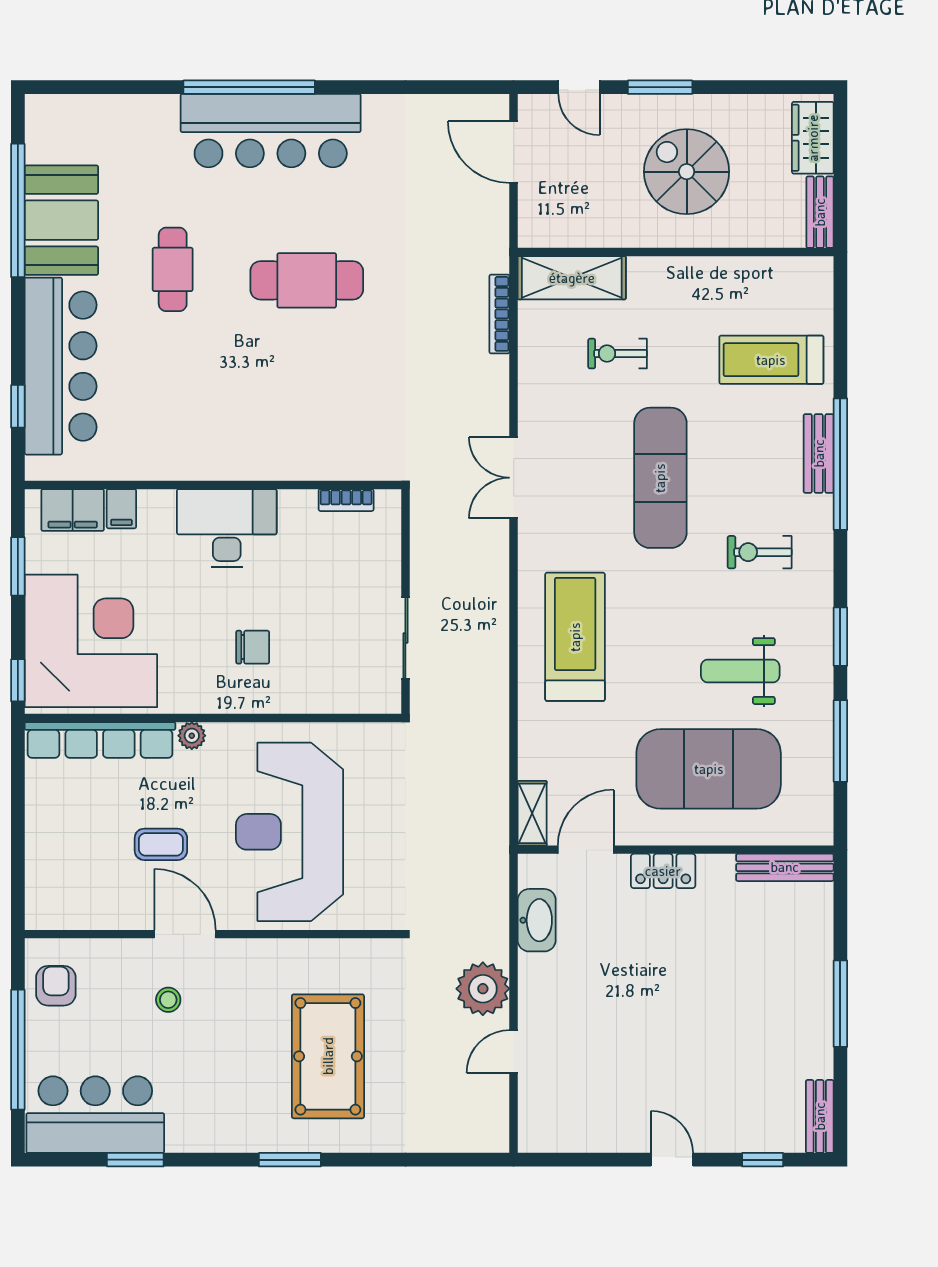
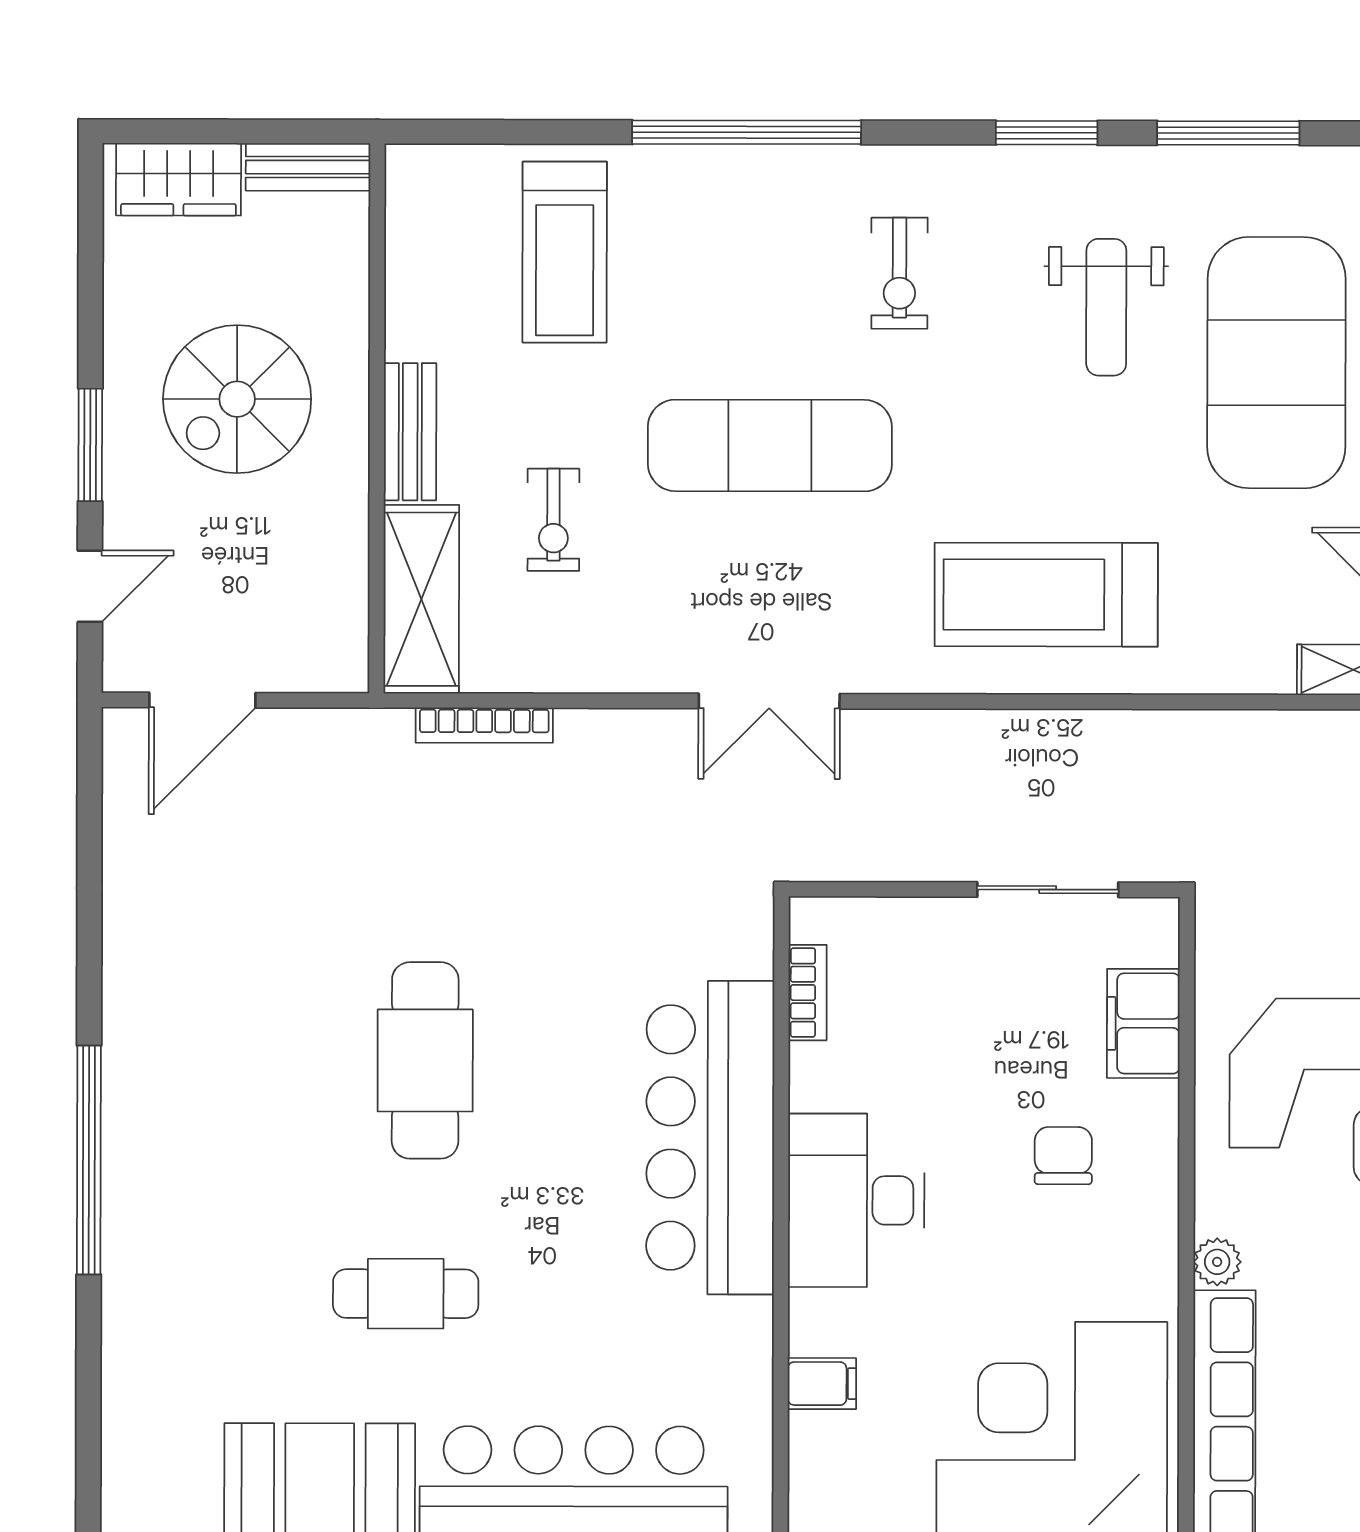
bar counter: (271, 131) -> (710, 1138), moved, turned 180
bench: (819, 453) -> (410, 432), moved, turned 90
filing cabinet: (73, 510) -> (1143, 1023), moved, turned 180

